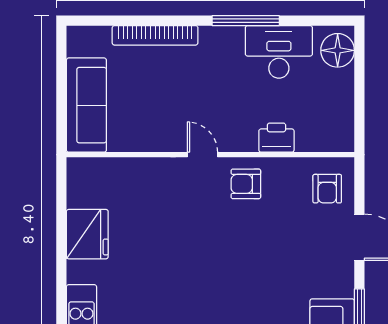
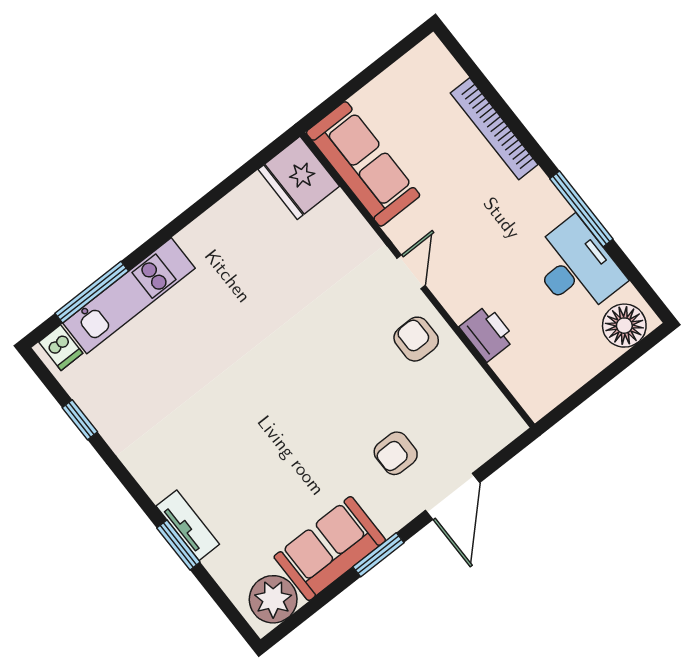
sofa: (86, 105) -> (363, 164), moved, turned -90
armchair: (327, 189) -> (396, 453), moved
fridge: (87, 234) -> (299, 178), moved, turned 90

